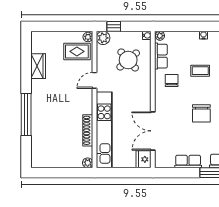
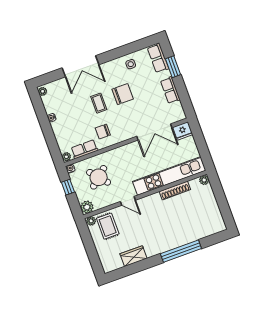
window: (114, 26) -> (68, 187), moved
coffee table: (200, 71) -> (99, 103), moved

